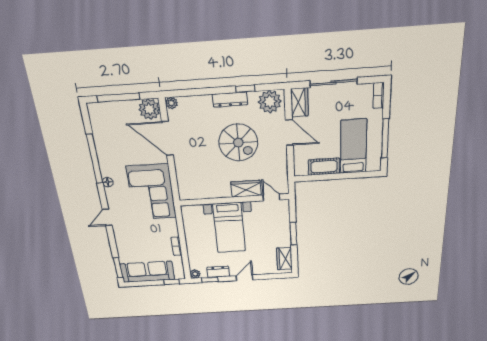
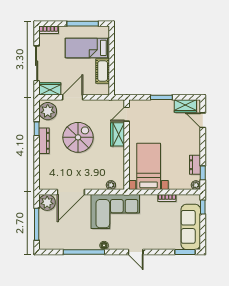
plant: (171, 103) -> (111, 185), moved
bed with nightstands: (229, 228) -> (149, 166), moved, turned -90
door: (244, 278) -> (203, 120), moved

